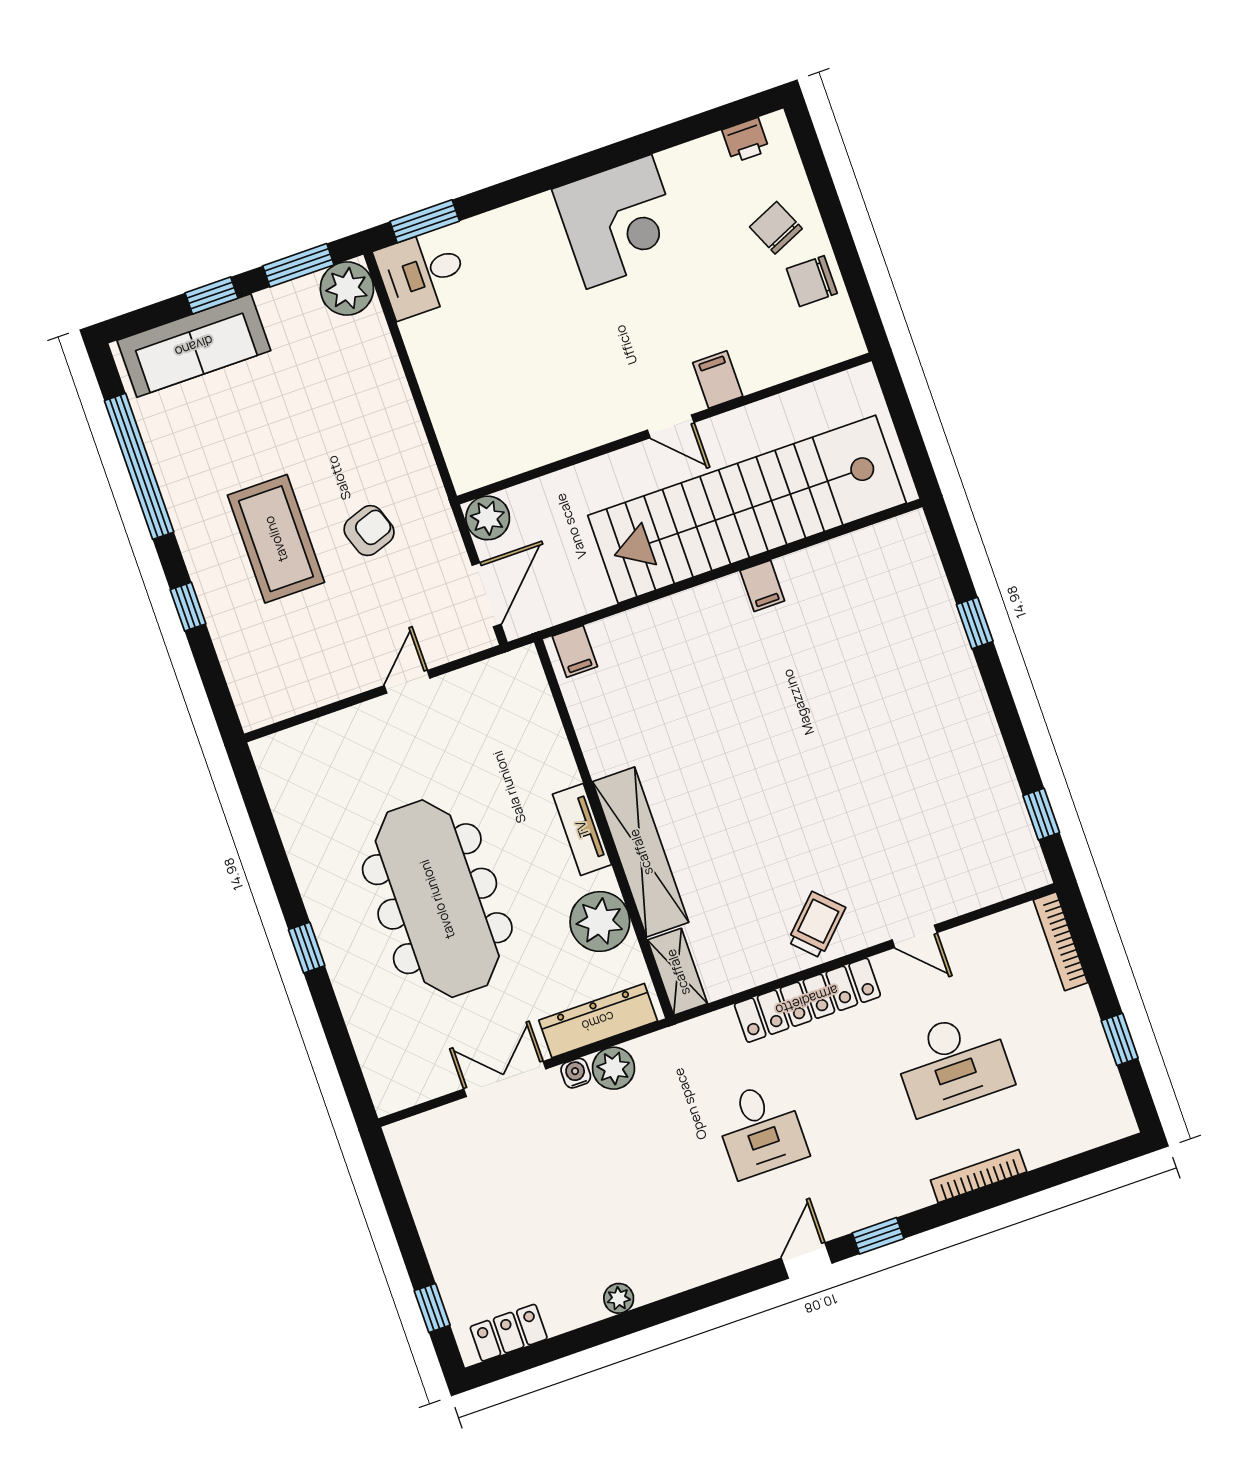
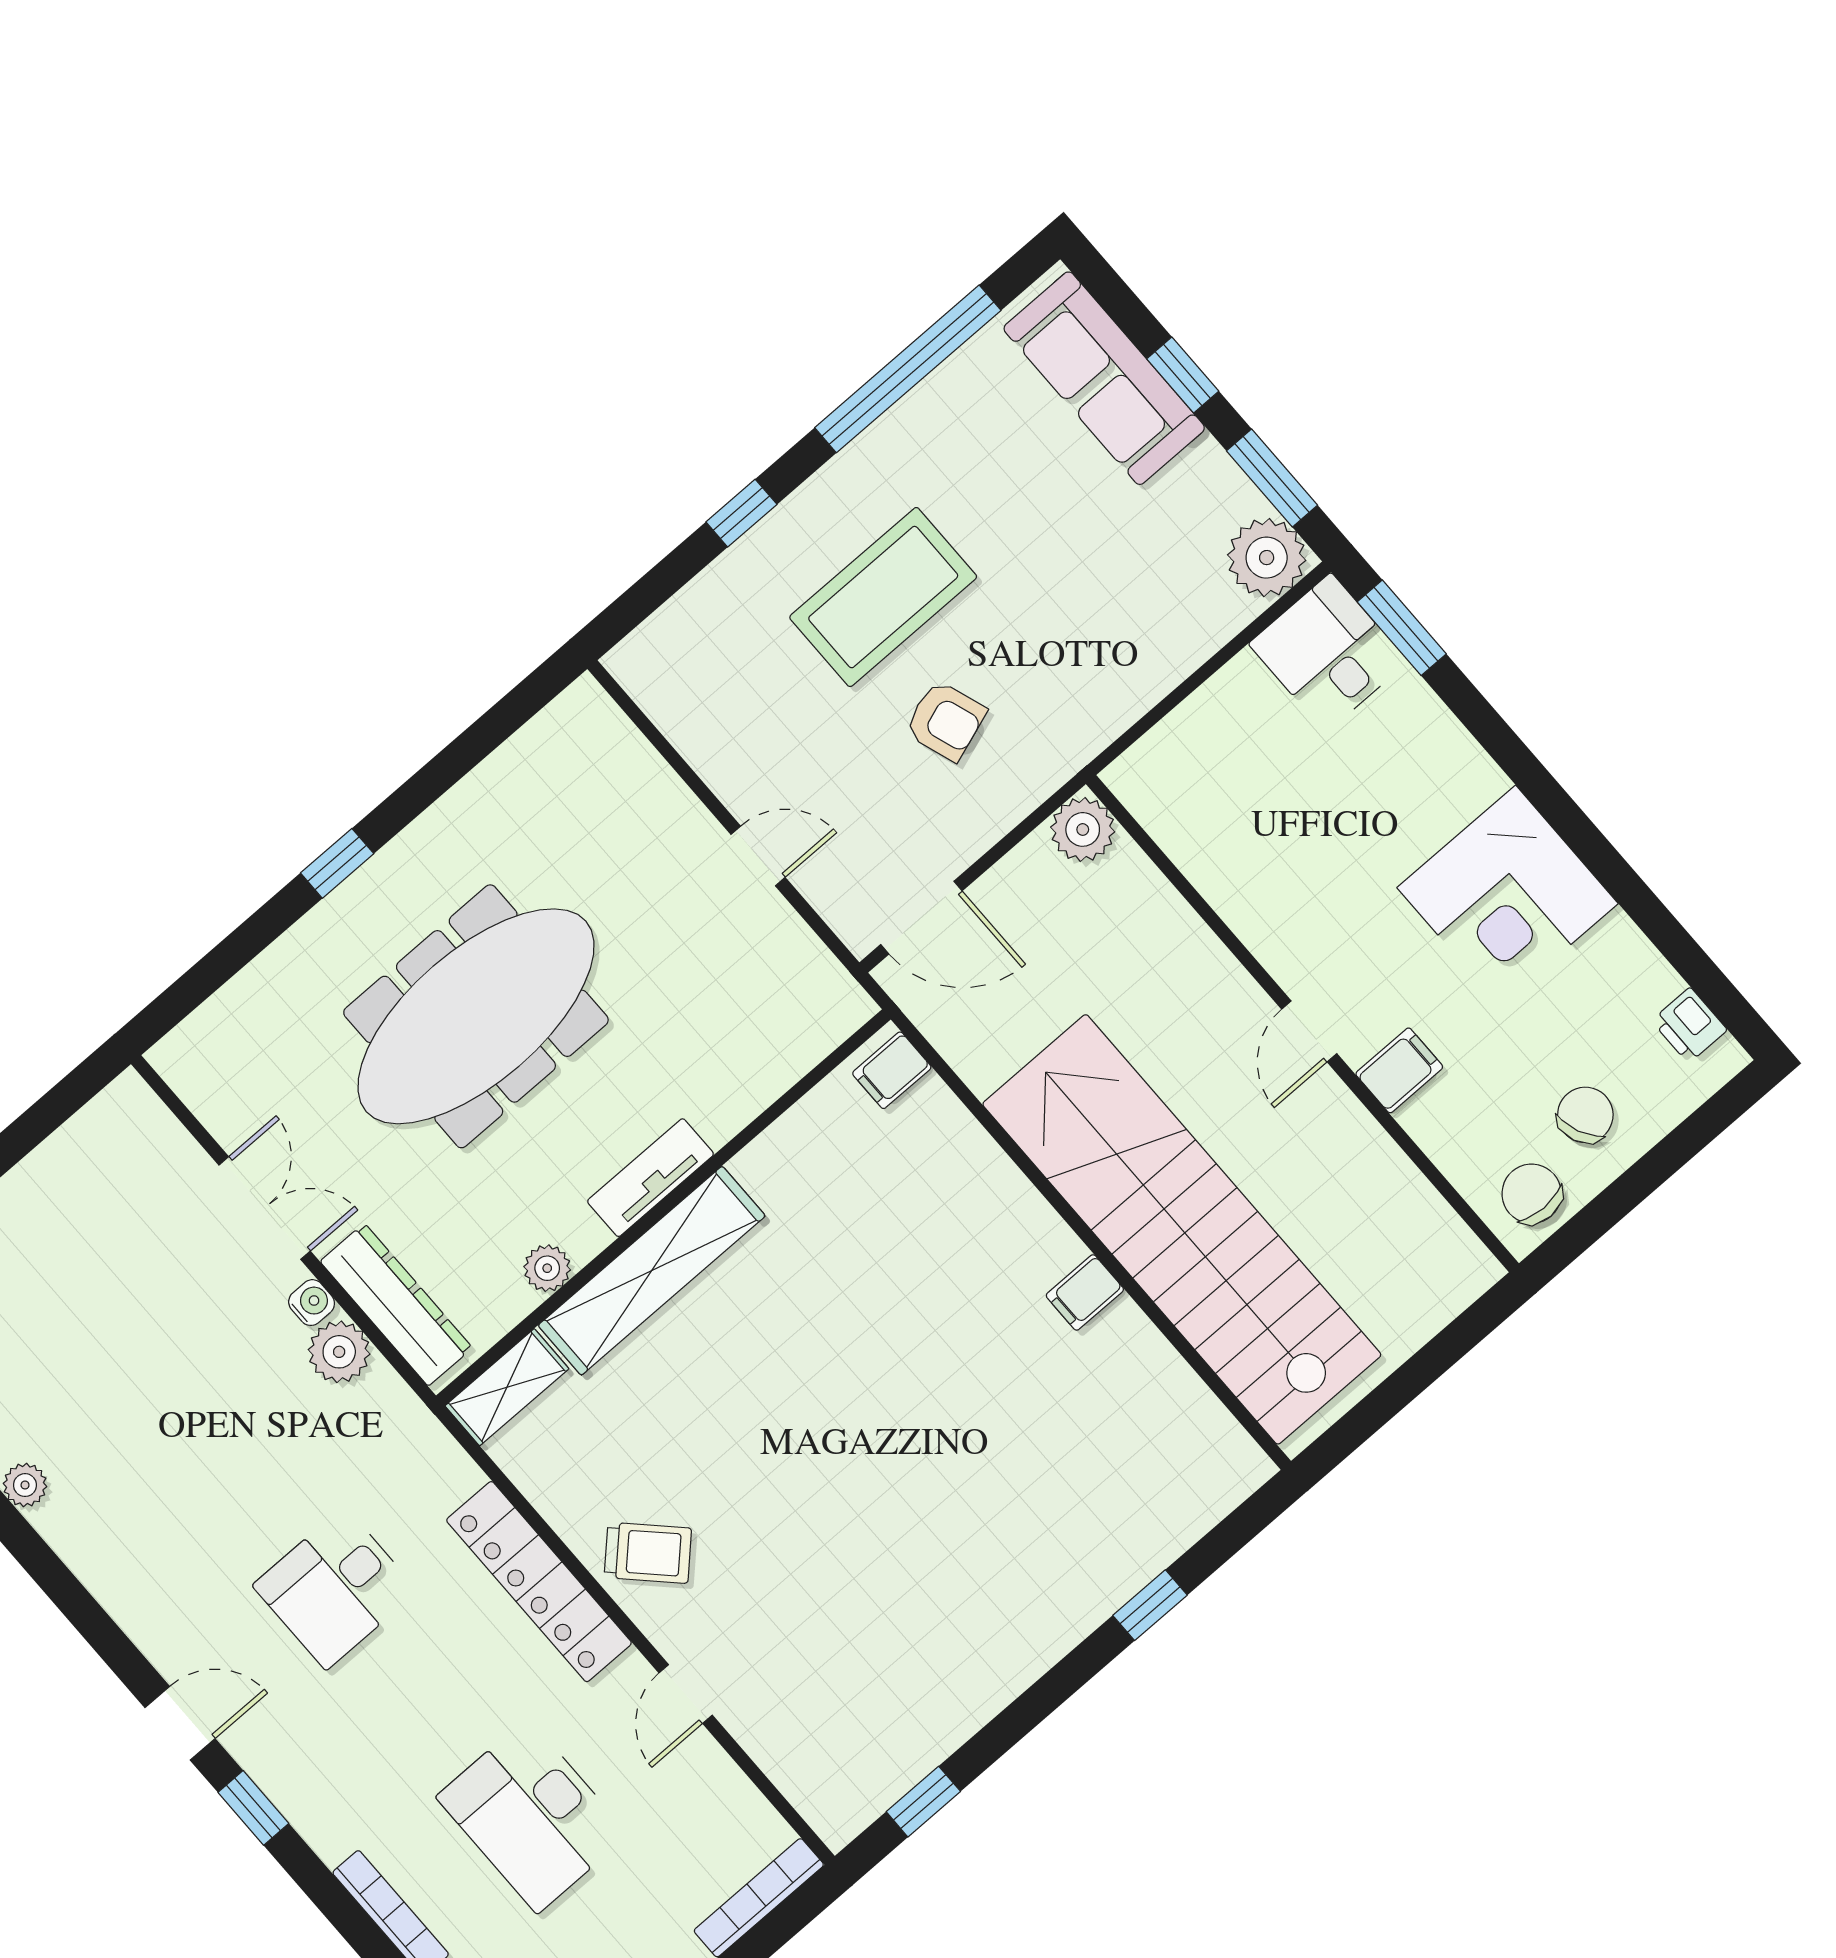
filing cabinet: (718, 380) -> (1399, 1070), moved
door: (671, 426) -> (1309, 1031), moved
wall: (664, 429) -> (1303, 1024), moved
plant: (488, 518) -> (1083, 829), moved
plant: (600, 921) -> (547, 1268), width x0.53, depth x0.53

